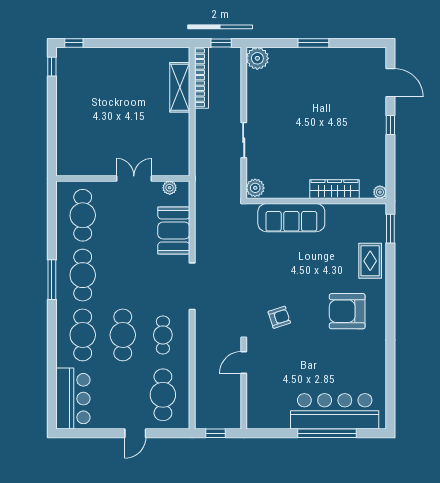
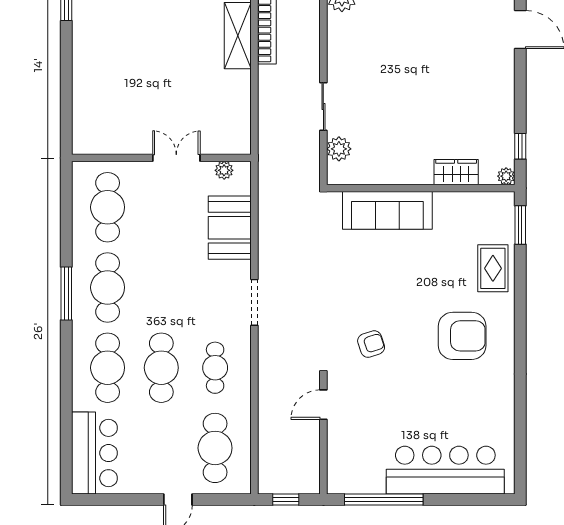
window: (390, 125) -> (520, 146), moved
plant: (255, 188) -> (339, 149), moved
wardrobe: (334, 189) -> (456, 172), width x0.67
doorway: (192, 286) -> (254, 302), width x0.73
armchair: (347, 311) -> (462, 336), turned 180
window: (327, 433) -> (384, 499), moved

